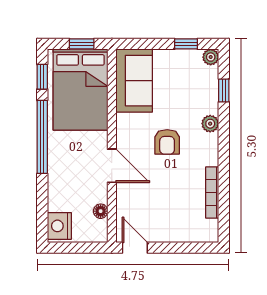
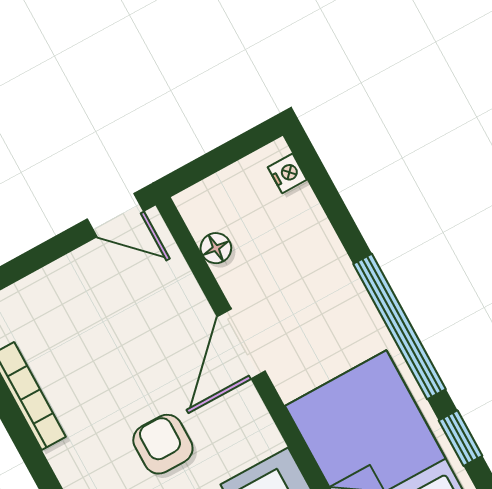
door: (112, 166) -> (241, 344), hinge flipped
nightstand: (59, 226) -> (287, 173), width x0.53, depth x0.56

